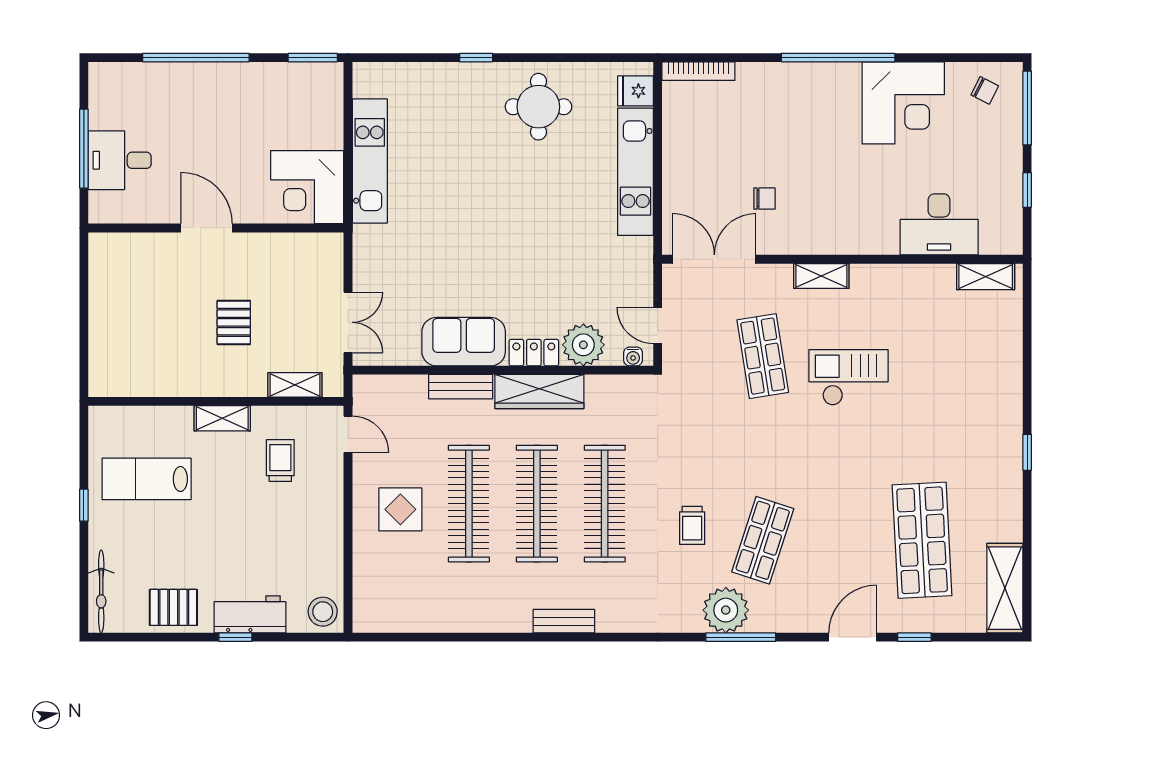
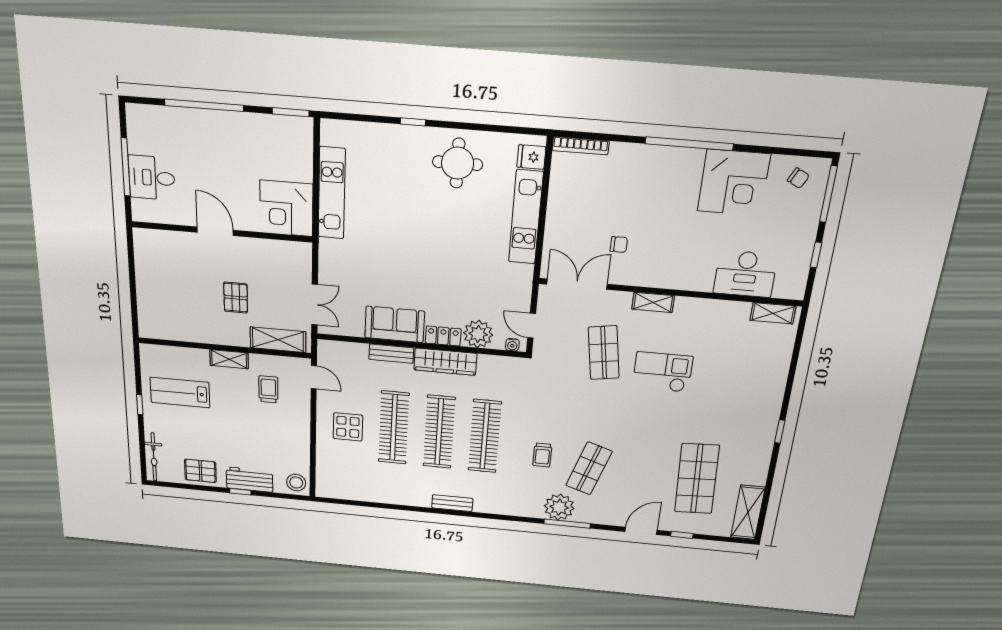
shelving: (295, 385) -> (278, 340), width x1.50, depth x1.33

